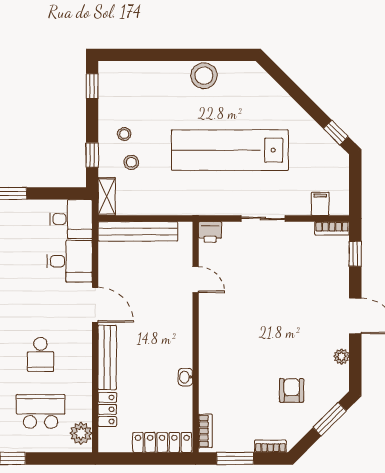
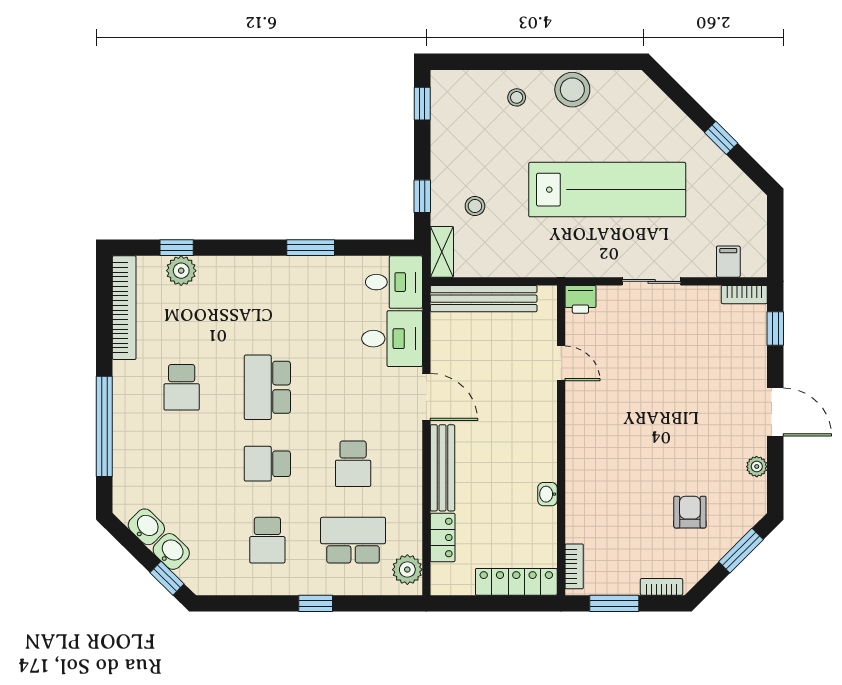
window: (336, 133) -> (721, 138), moved
stool: (124, 134) -> (517, 97), moved
lab bench: (230, 150) -> (607, 190), turned 180

